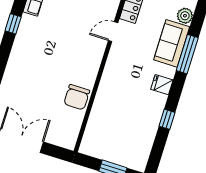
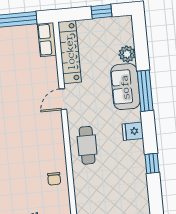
cafe table: (117, 80) -> (87, 145), added
chair: (77, 97) -> (54, 179), width x0.54, depth x0.54

